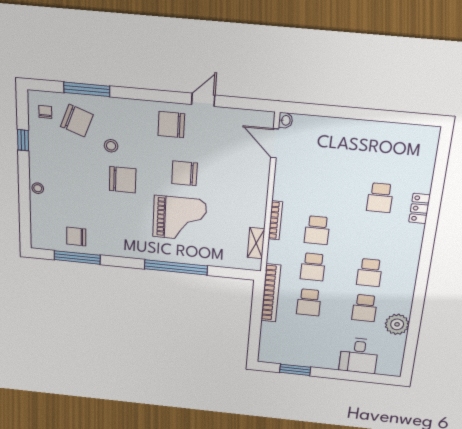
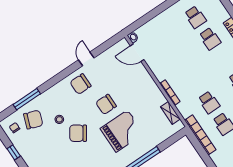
chair: (123, 180) -> (78, 133), turned -146
school desk: (317, 230) -> (195, 17), moved

